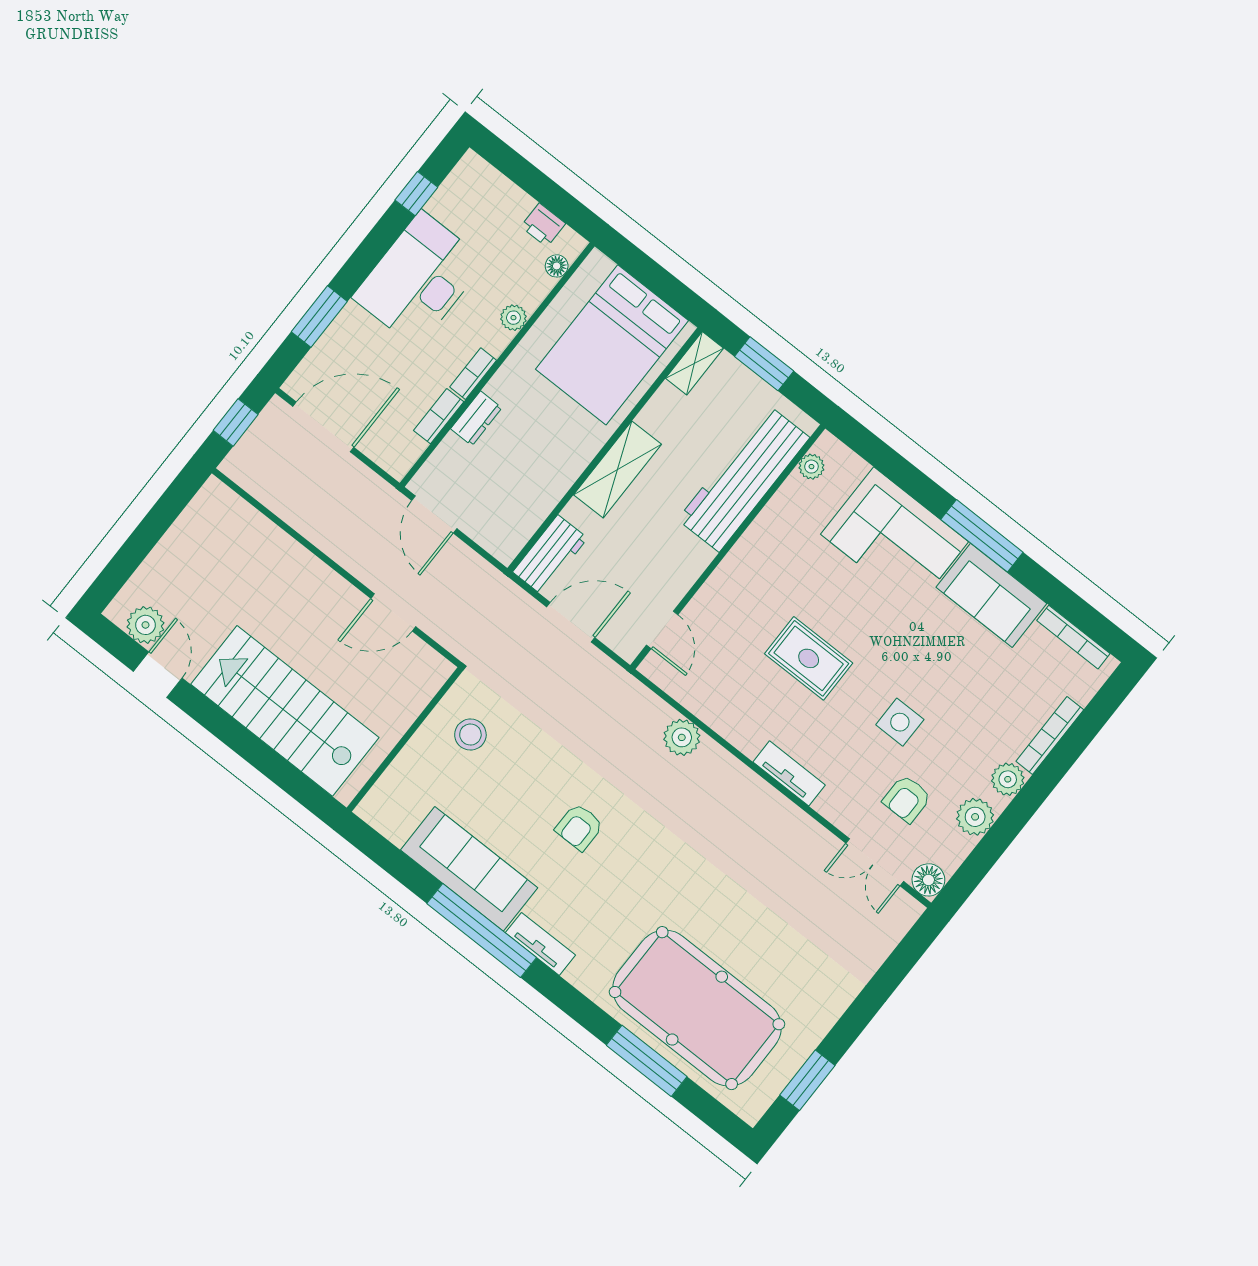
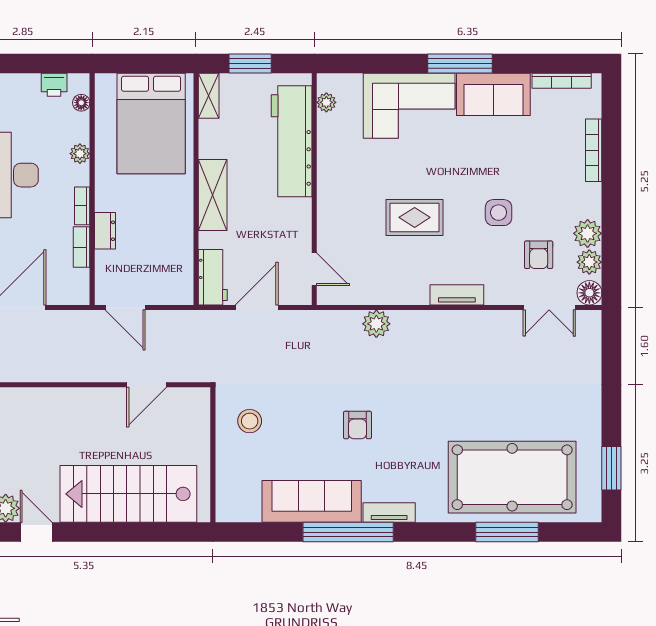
plant: (1008, 779) -> (589, 262), moved

